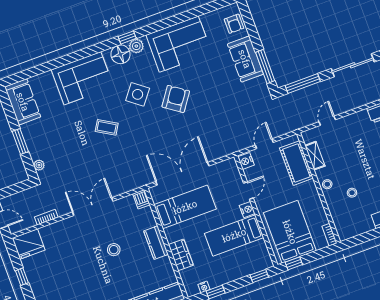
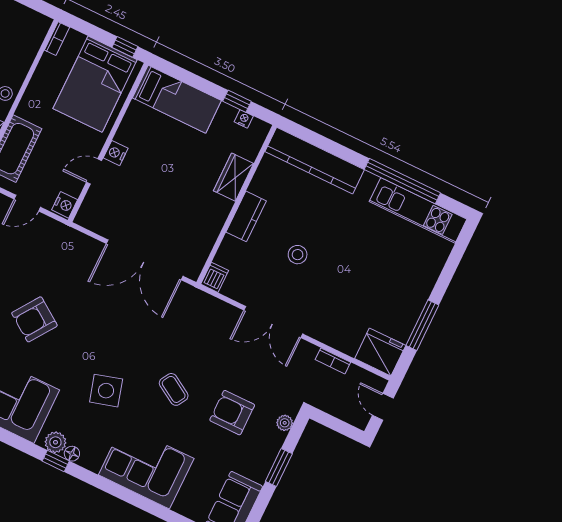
floor lamp: (121, 54) -> (72, 454), width x0.53, depth x0.53
side table: (138, 94) -> (106, 391), turned 36
armchair: (176, 99) -> (34, 319), moved
armchair: (68, 145) -> (232, 413), added
bed: (185, 207) -> (178, 223), removed
bed: (234, 235) -> (177, 99), moved
window: (259, 276) -> (175, 71), removed
window: (22, 277) -> (422, 325), width x2.17

